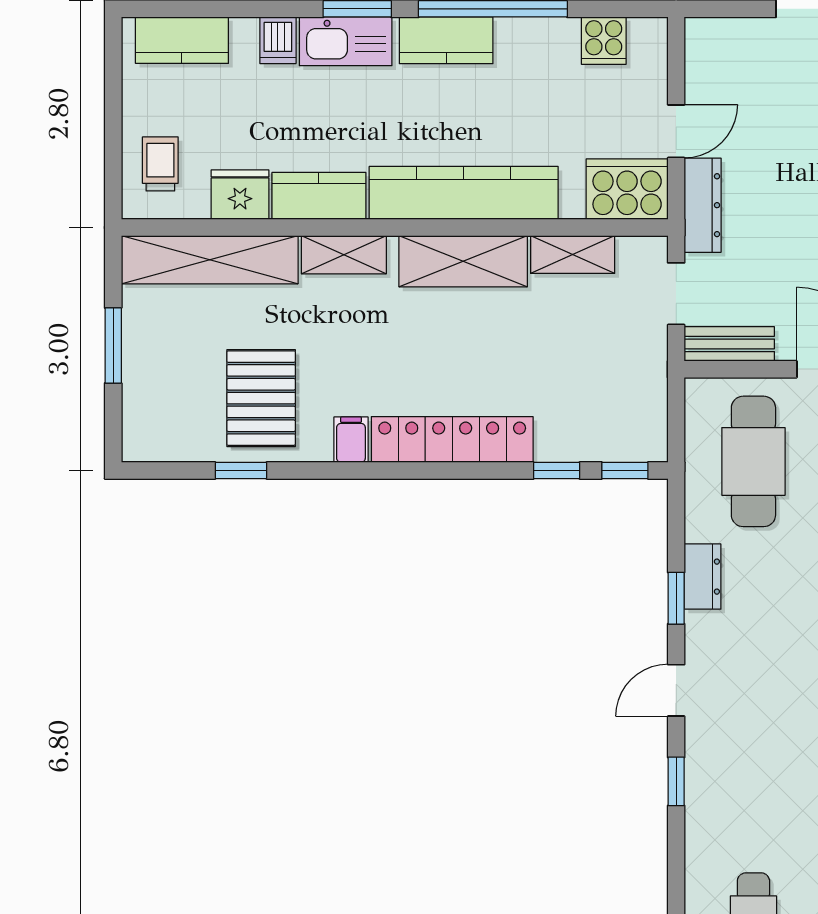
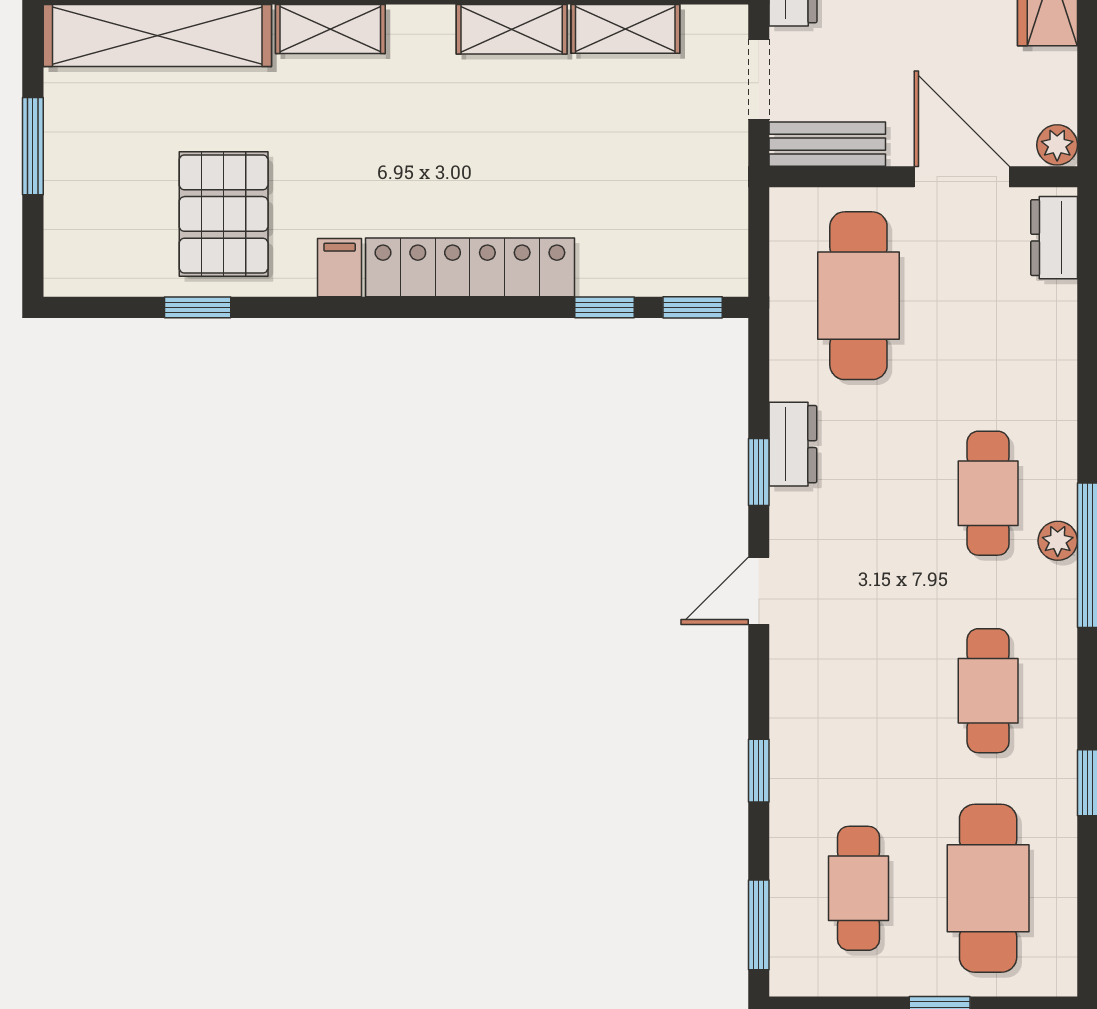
shelving: (463, 261) -> (512, 29), width x0.67, depth x0.75
window: (676, 781) -> (759, 771), moved

